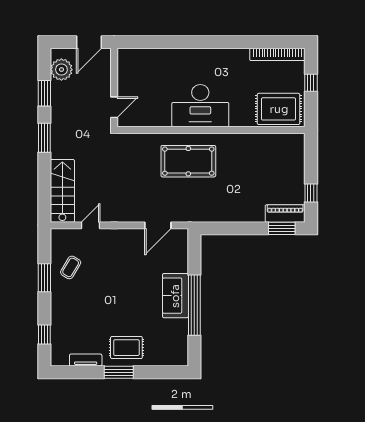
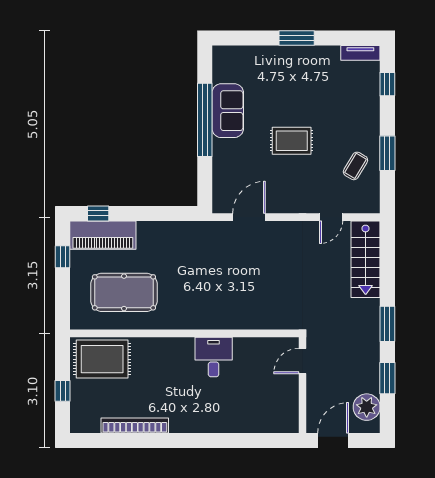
bookcase: (277, 54) -> (135, 425), moved
desk: (200, 106) -> (214, 357), width x0.53, depth x0.77
pool table: (188, 161) -> (124, 292), moved
piano: (285, 214) -> (103, 235), width x1.37, depth x1.33
window: (282, 228) -> (98, 213), width x0.67
sofa: (175, 296) -> (228, 111), moved
rug: (126, 348) -> (292, 141), moved
tv unit: (86, 360) -> (360, 53), moved

